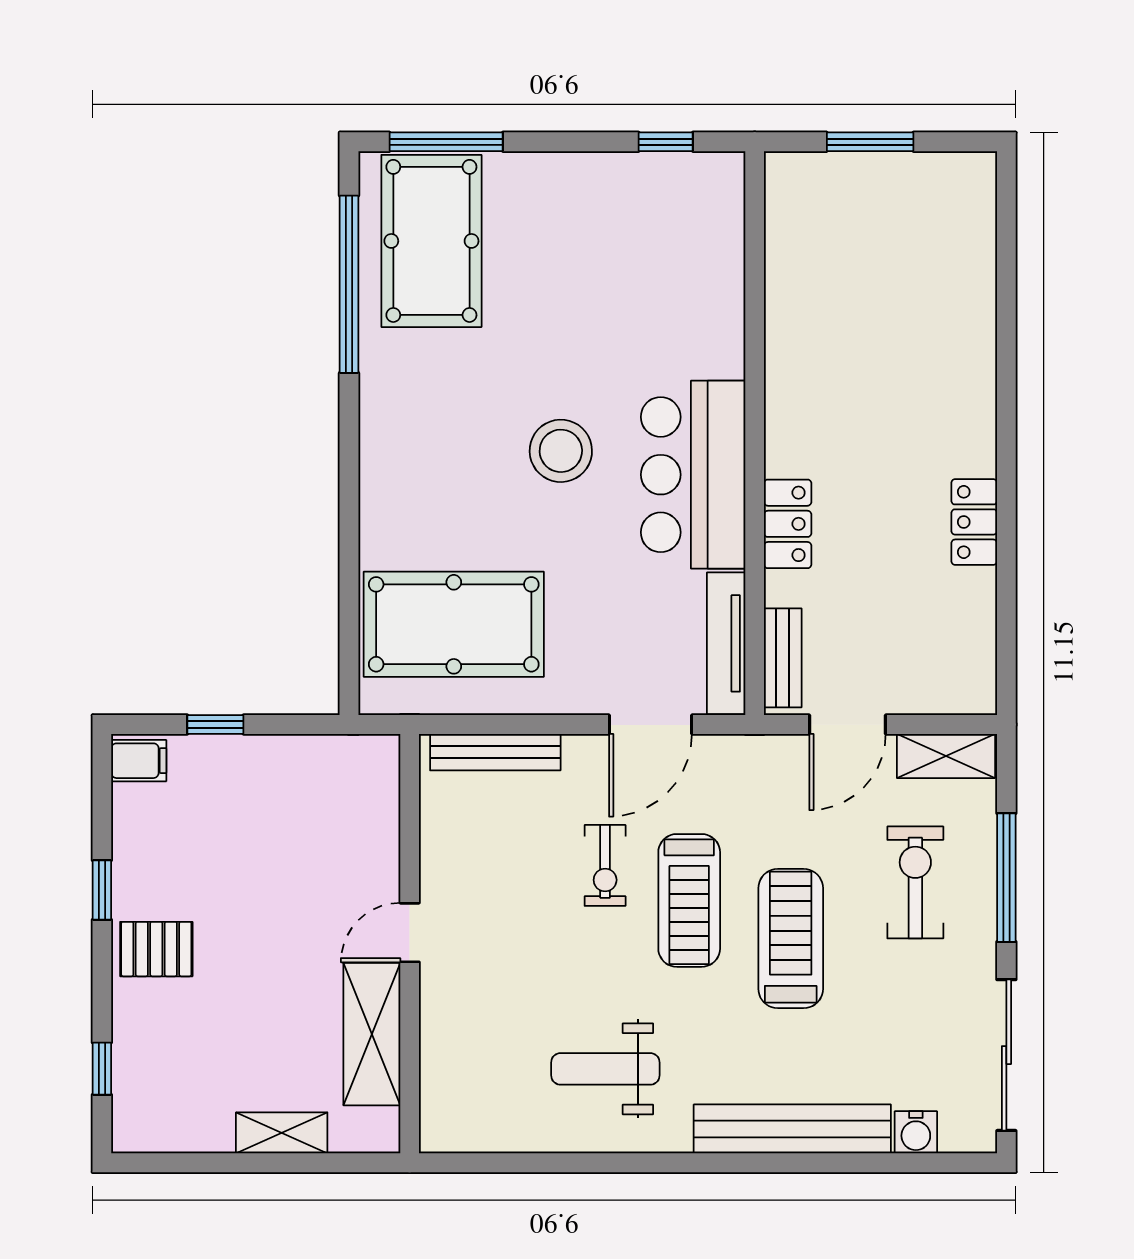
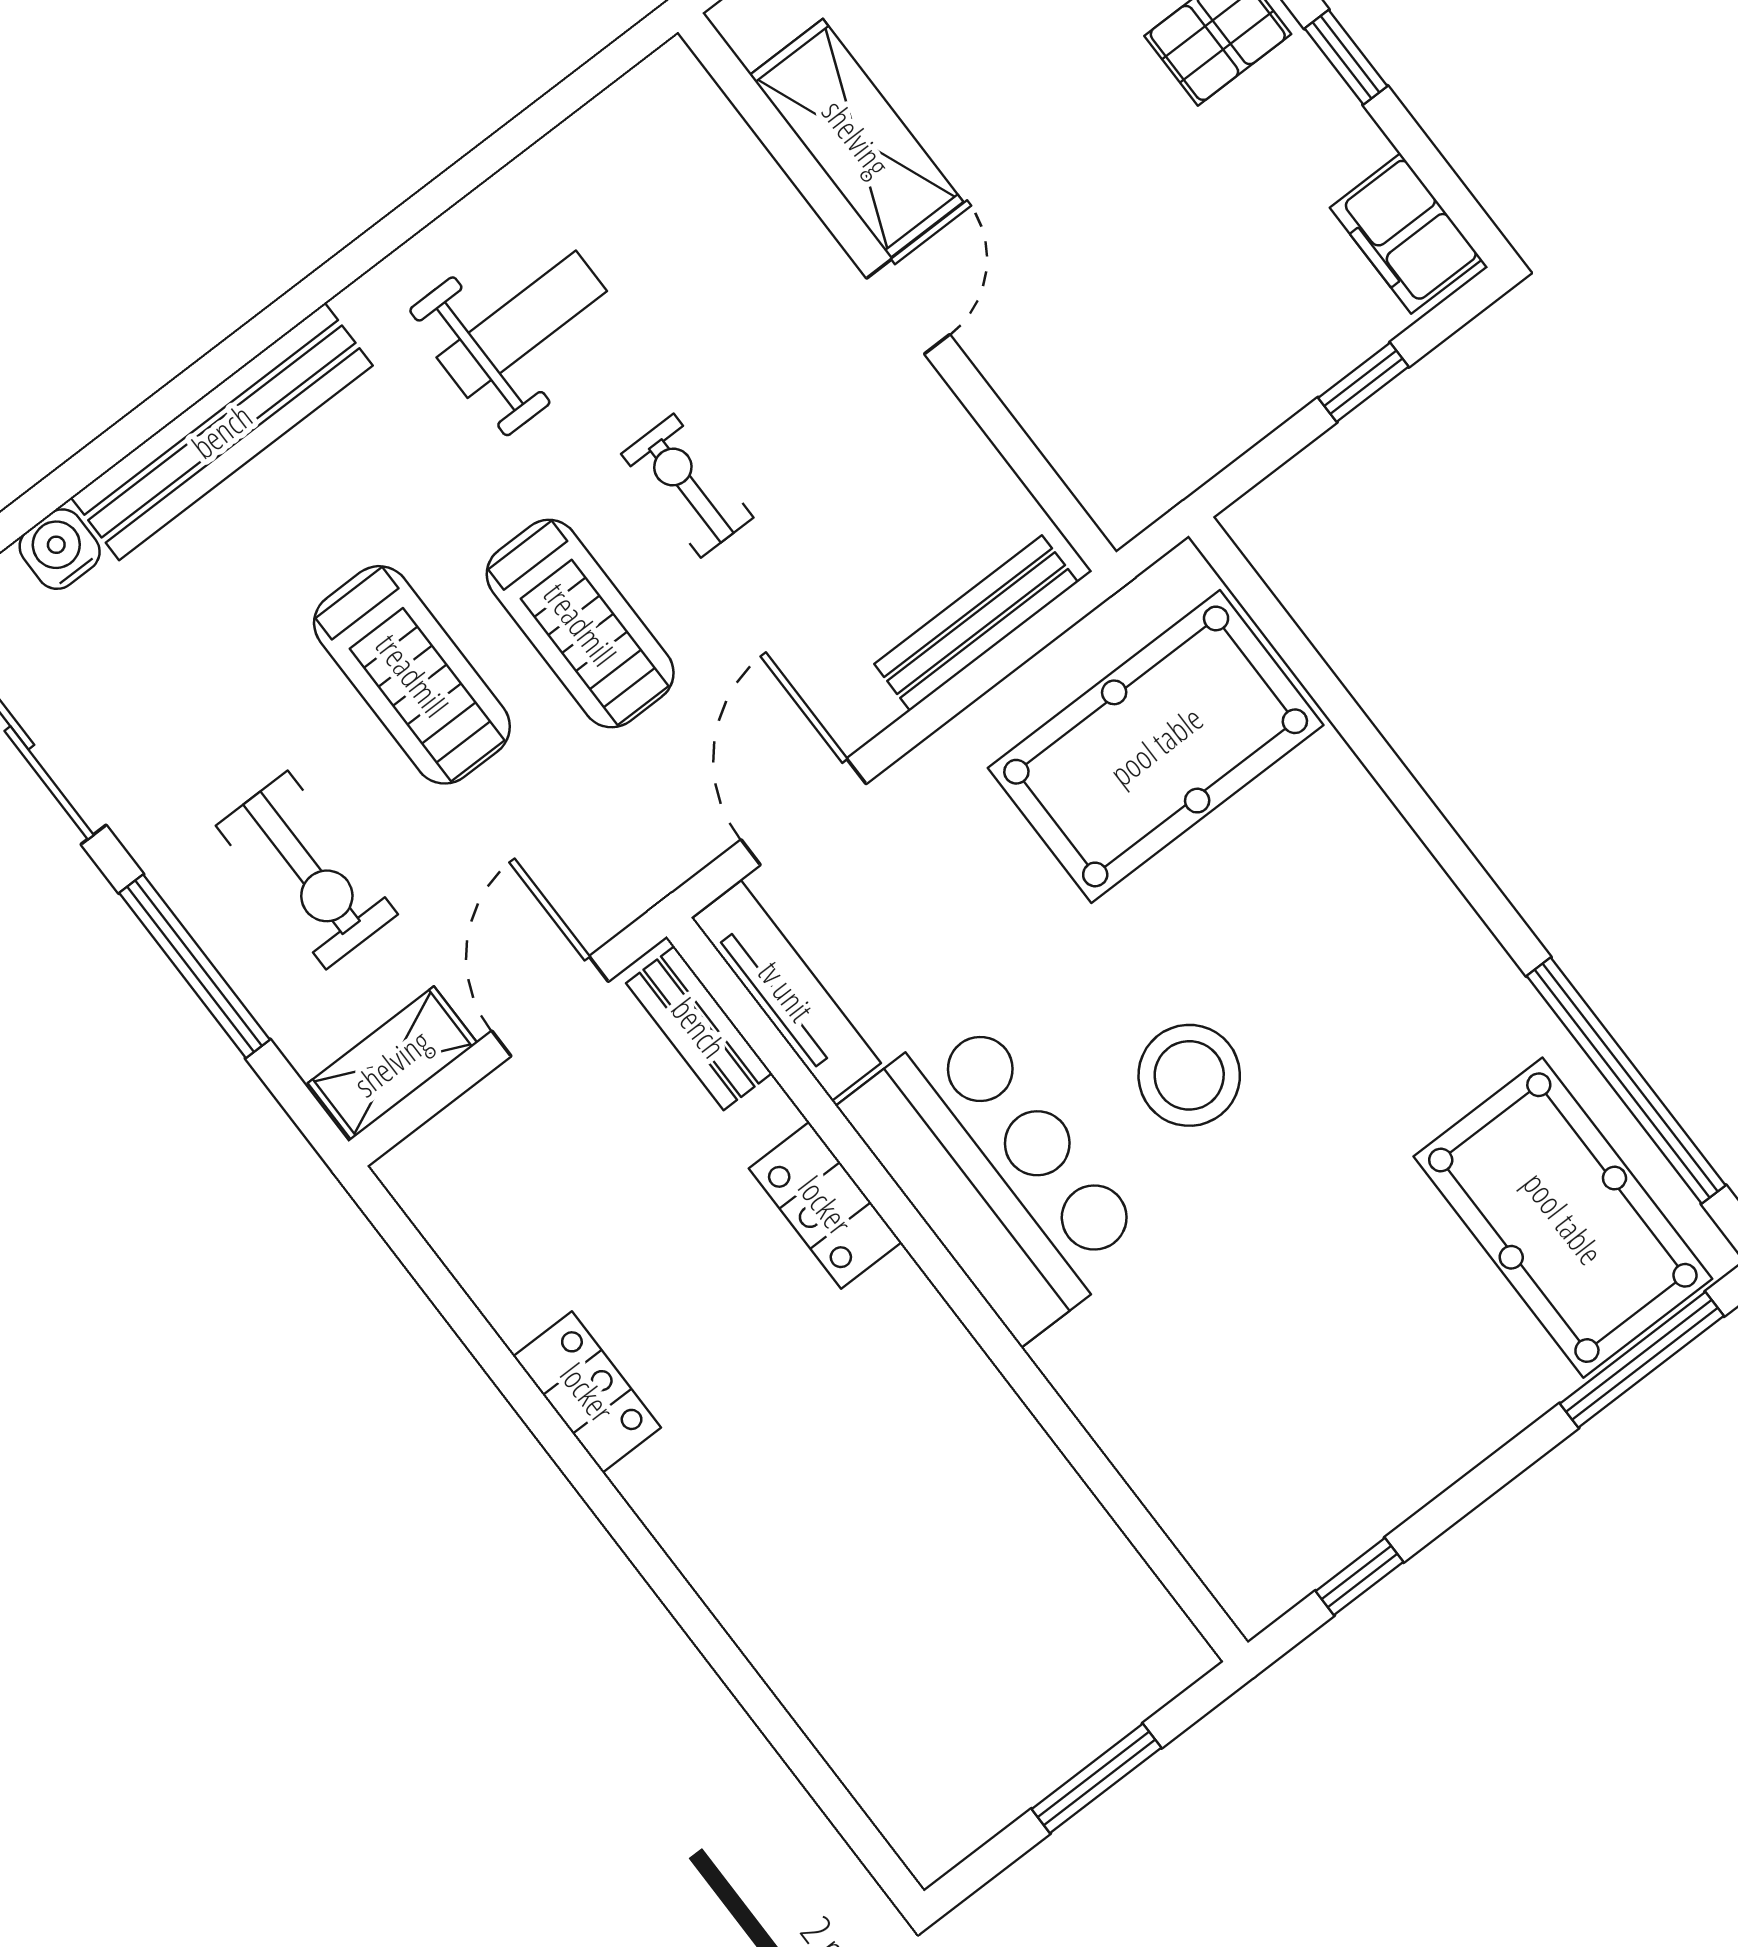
filing cabinet: (139, 761) -> (1406, 234), width x2.00
exercise bike: (605, 865) -> (687, 486), moved
treadmill: (689, 900) -> (580, 624), turned 180

